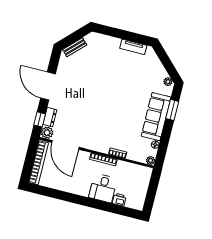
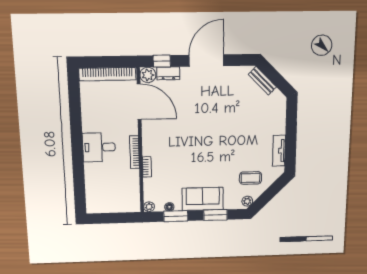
coffee table: (149, 74) -> (251, 178), added
sofa: (156, 117) -> (203, 199), width x0.73
window: (164, 142) -> (176, 216), added
door: (65, 145) -> (139, 102), swing flipped
desk: (103, 188) -> (99, 147), moved
printer: (119, 200) -> (92, 184), removed

